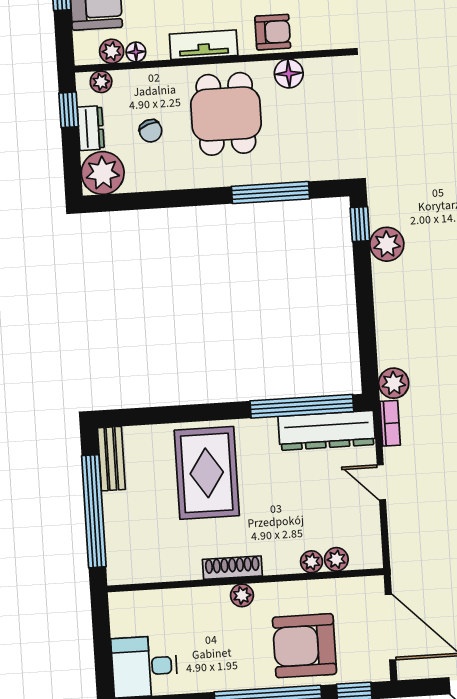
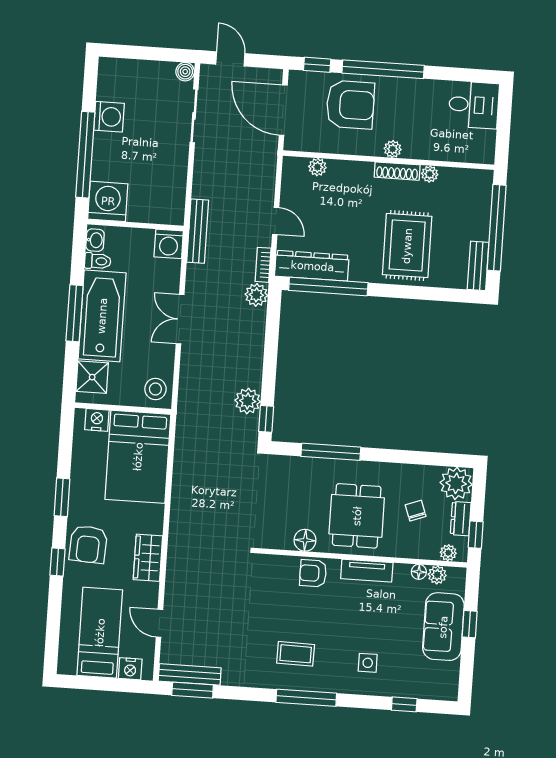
plant: (311, 562) -> (430, 174), moved

